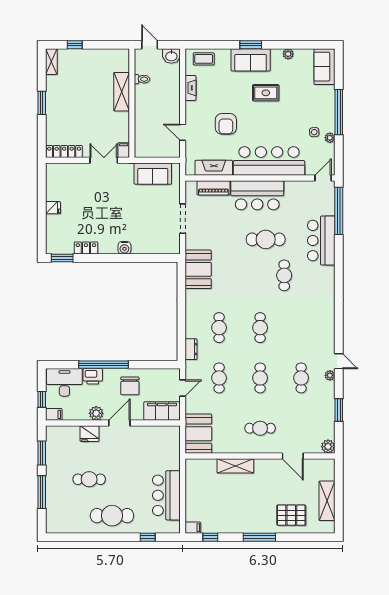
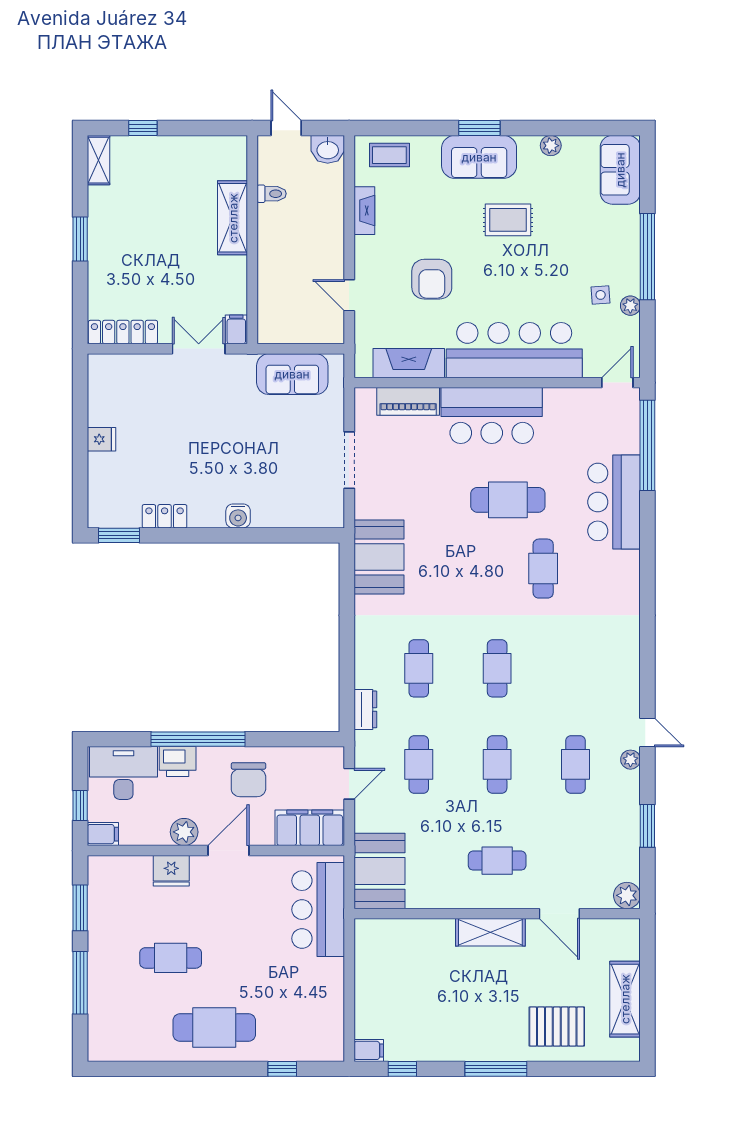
shelving: (235, 466) -> (490, 932), moved
bar counter: (166, 495) -> (318, 910), moved

